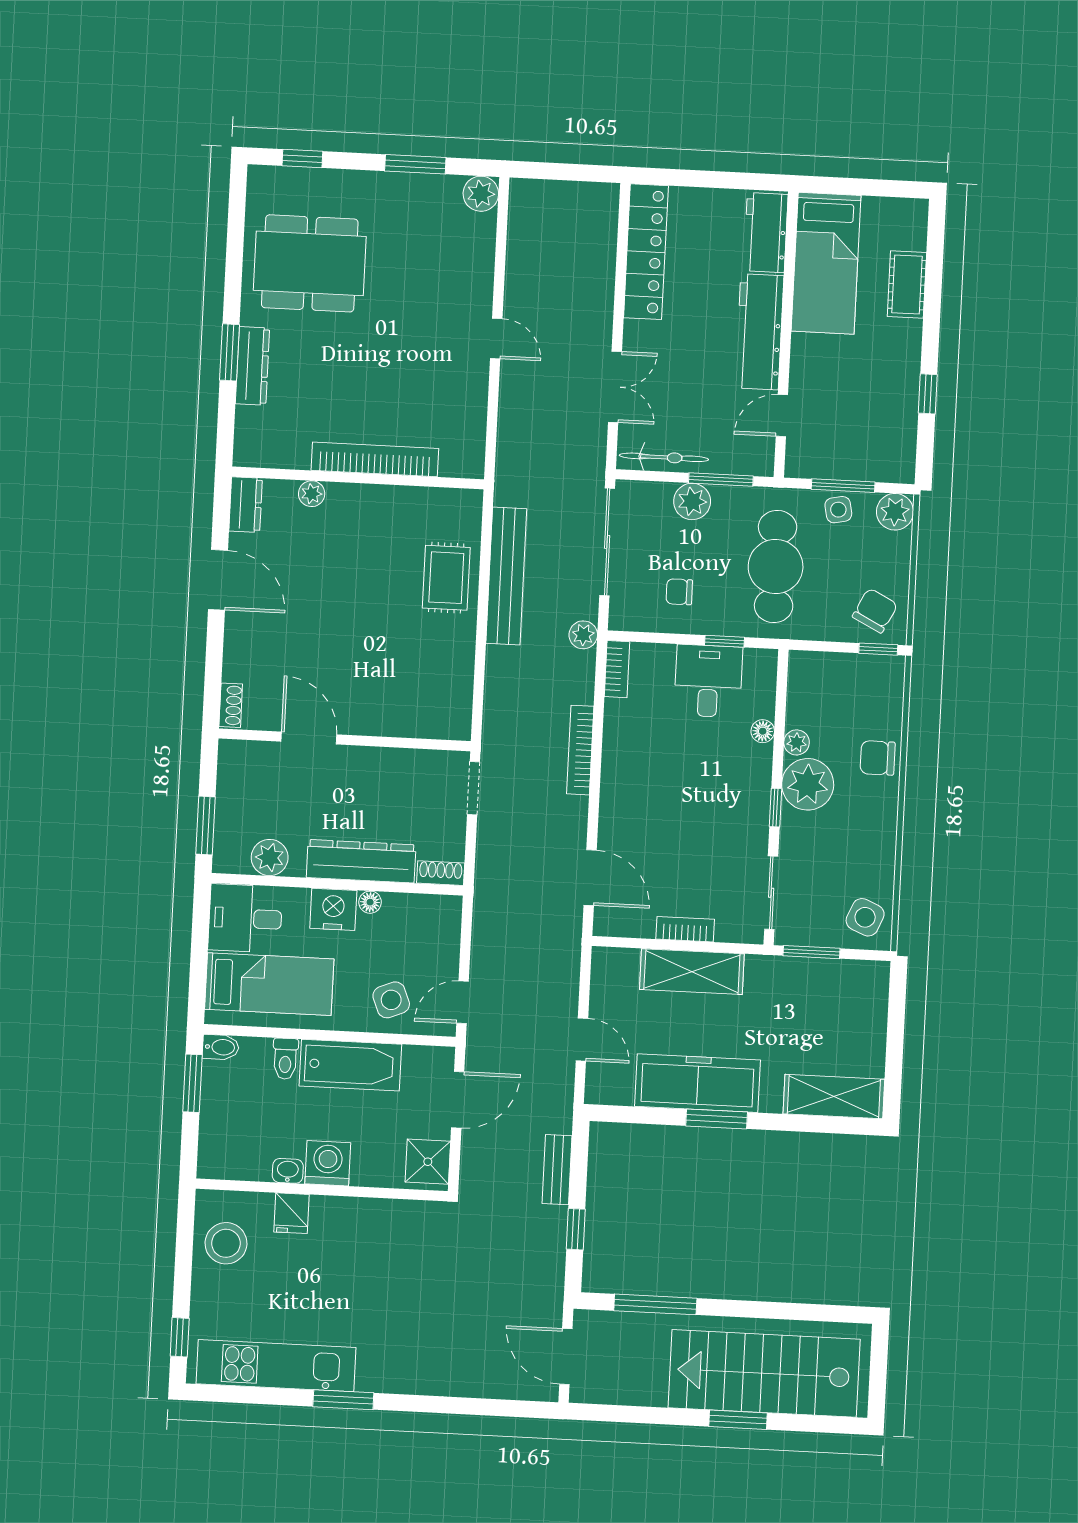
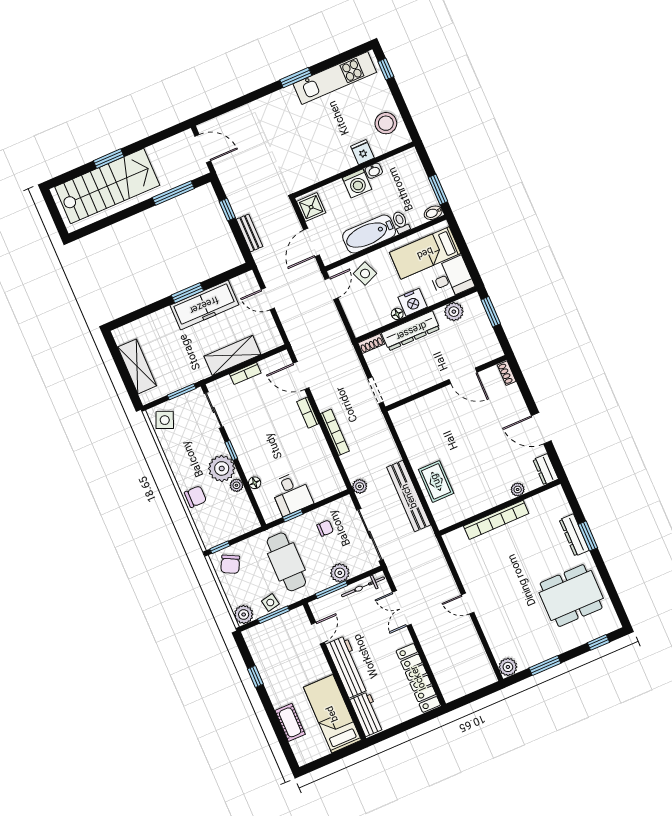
bookcase: (617, 669) -> (308, 413), moved
shelving: (834, 1097) -> (137, 366), moved, turned 90

